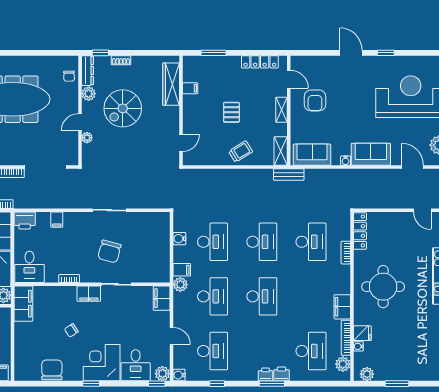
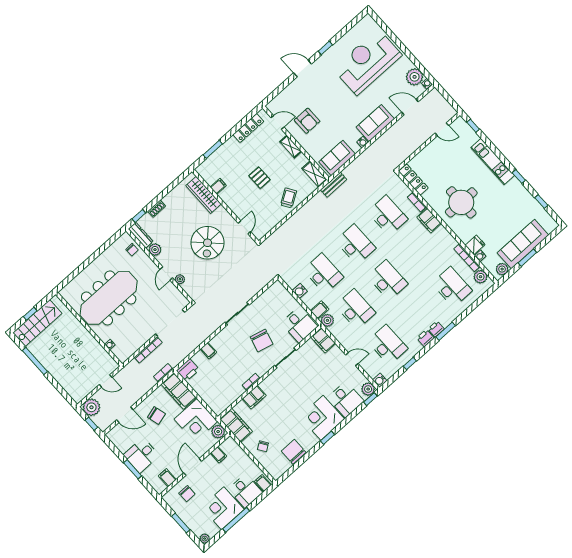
spiral stairs: (123, 108) -> (207, 243), moved
desk: (29, 267) -> (299, 325), moved
filing cabinet: (89, 294) -> (254, 397), moved
filing cabinet: (342, 307) -> (429, 220), moved
chair: (71, 330) -> (263, 446), moved
sofa: (404, 369) -> (523, 244), added
printer: (281, 374) -> (425, 338), moved

